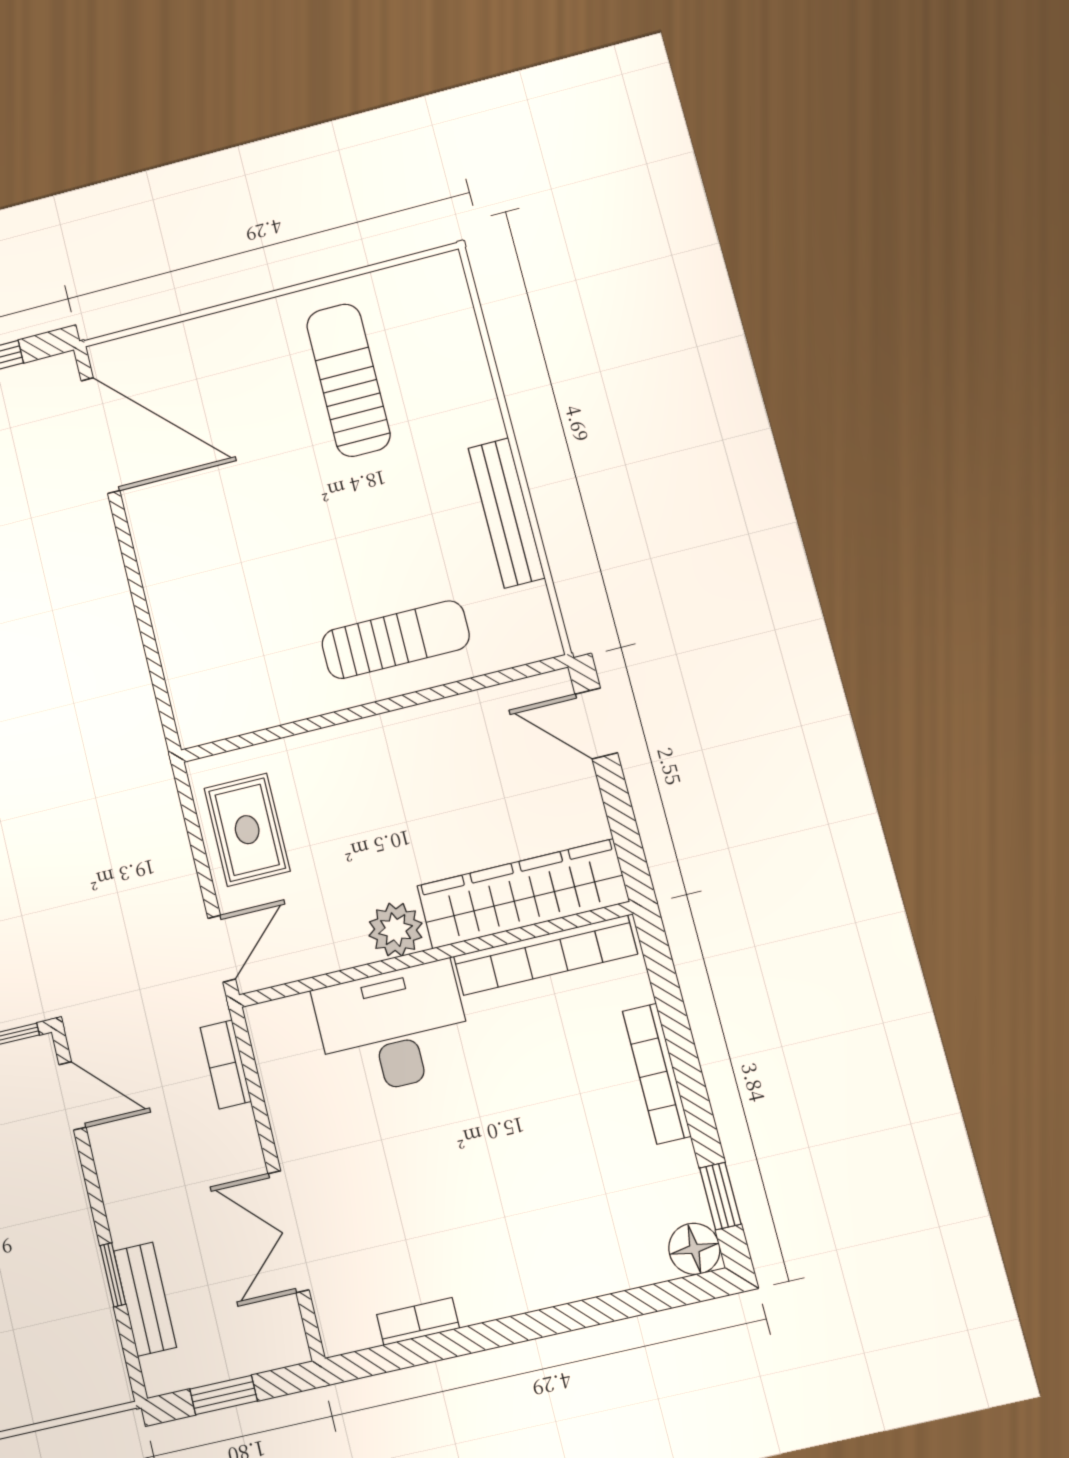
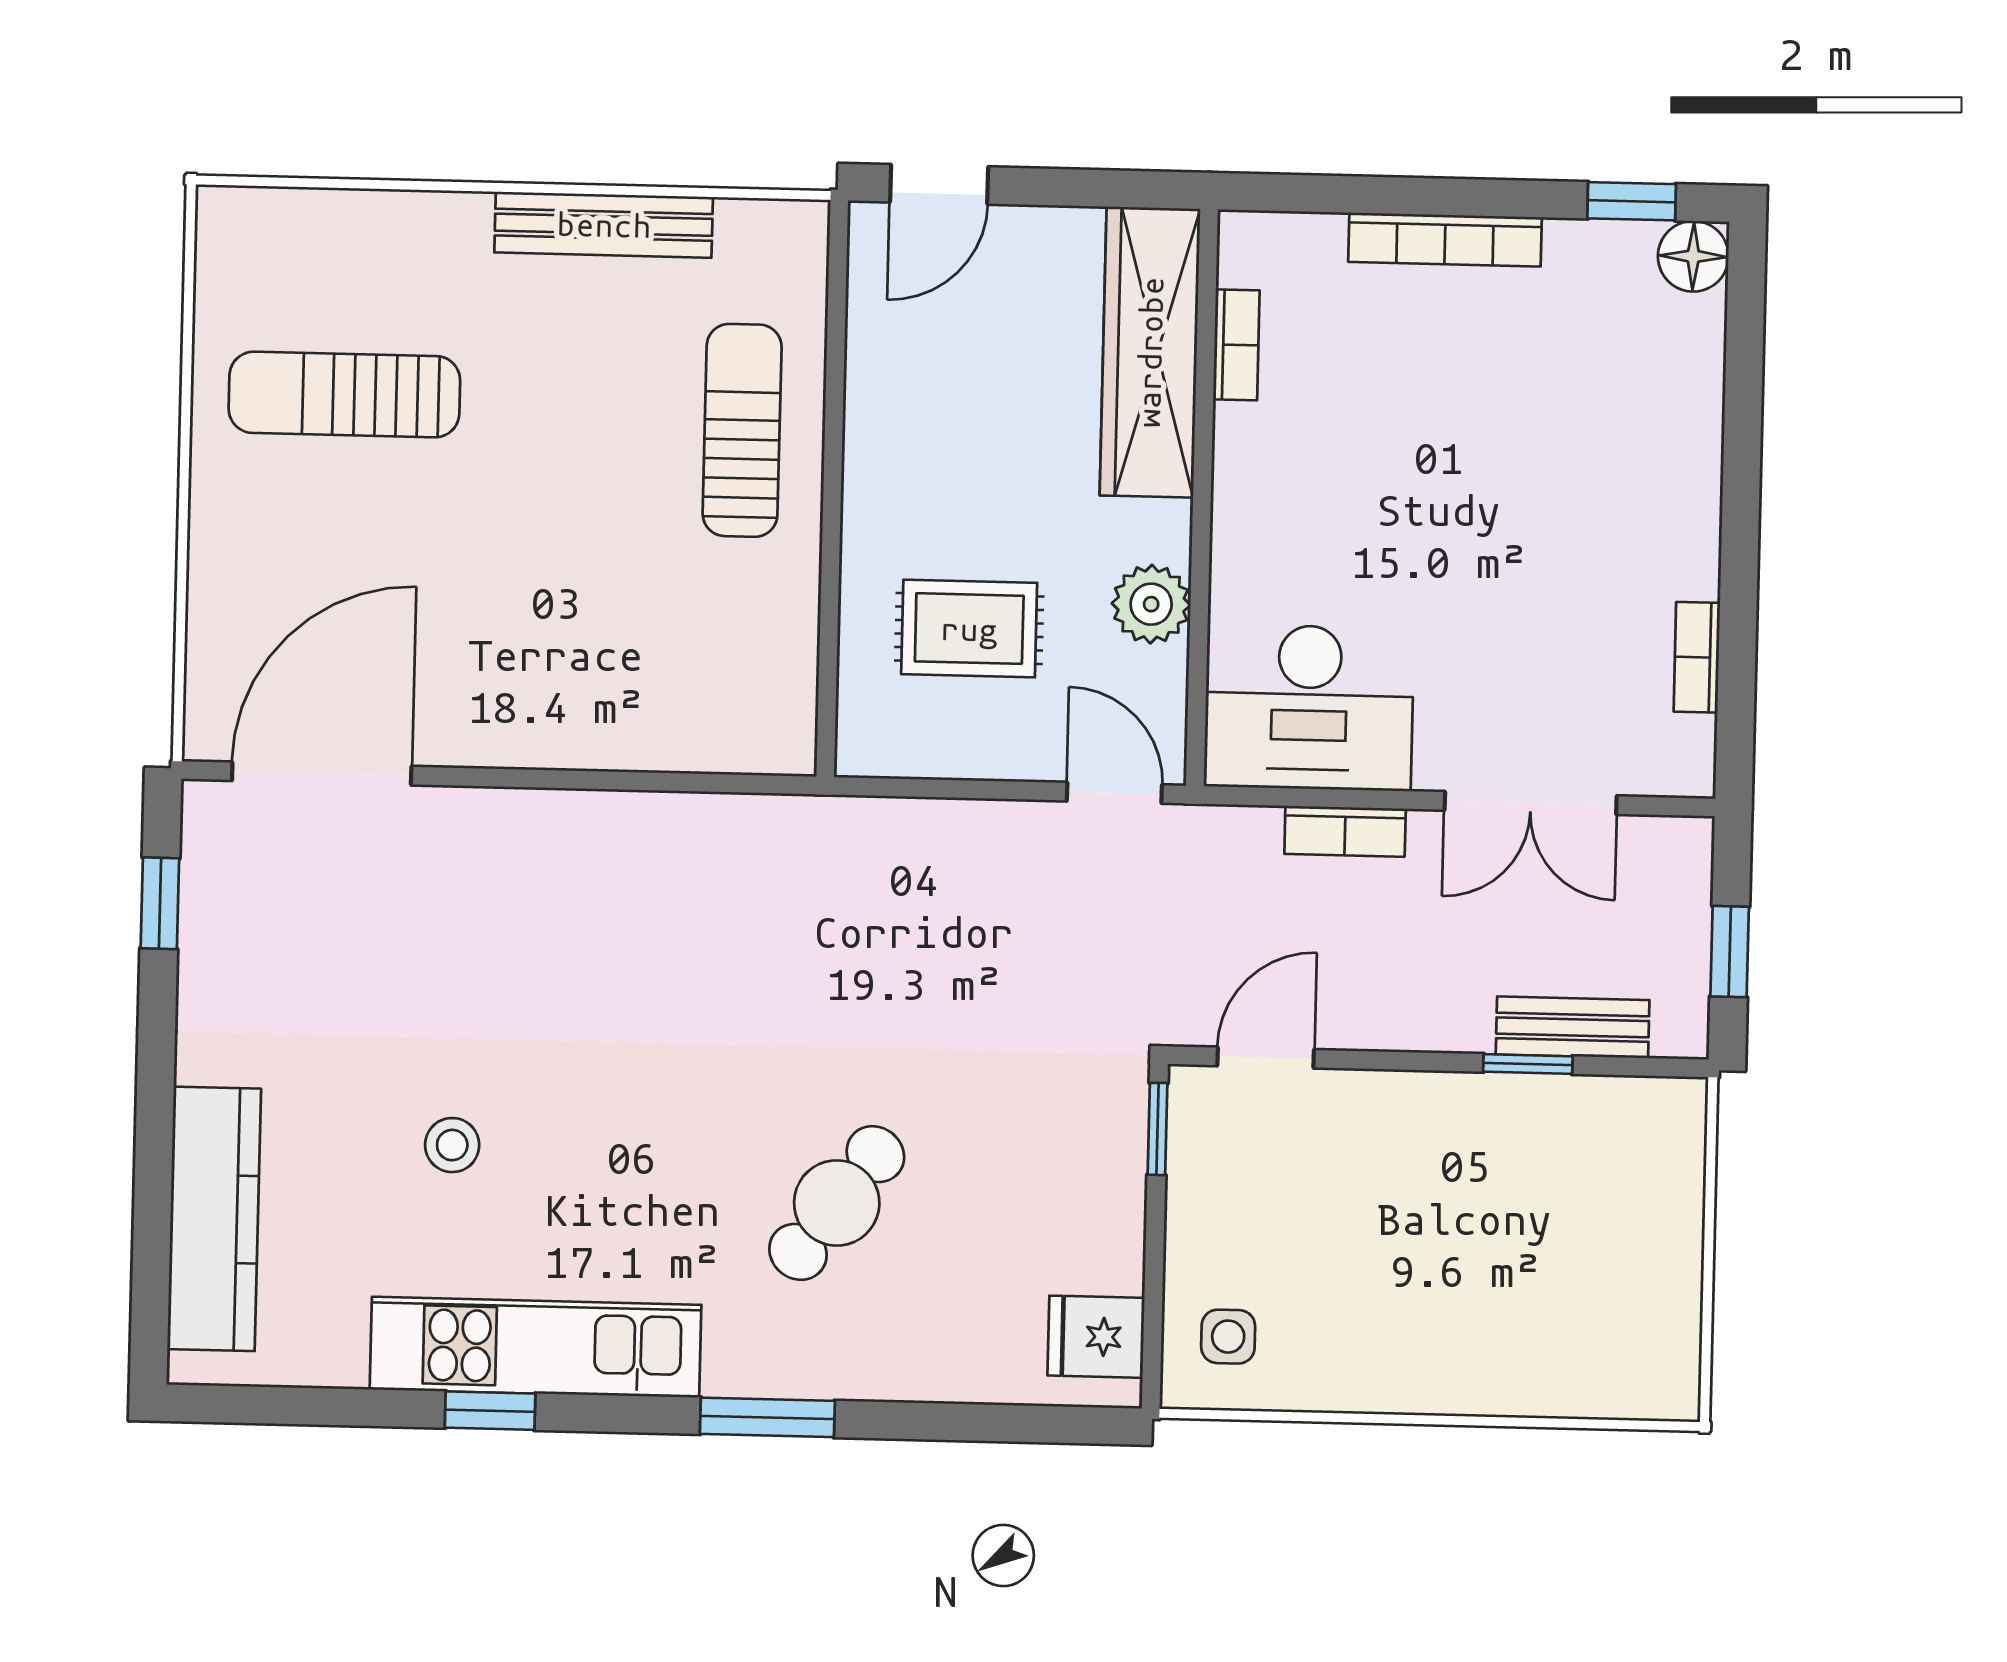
rug: (247, 830) -> (969, 629), moved
plant: (396, 930) -> (1151, 604), moved
bookcase: (545, 955) -> (1236, 345), width x0.43, depth x0.76
desk: (393, 1029) -> (1309, 708), moved, turned -90
bookcase: (226, 1064) -> (1345, 831), moved

